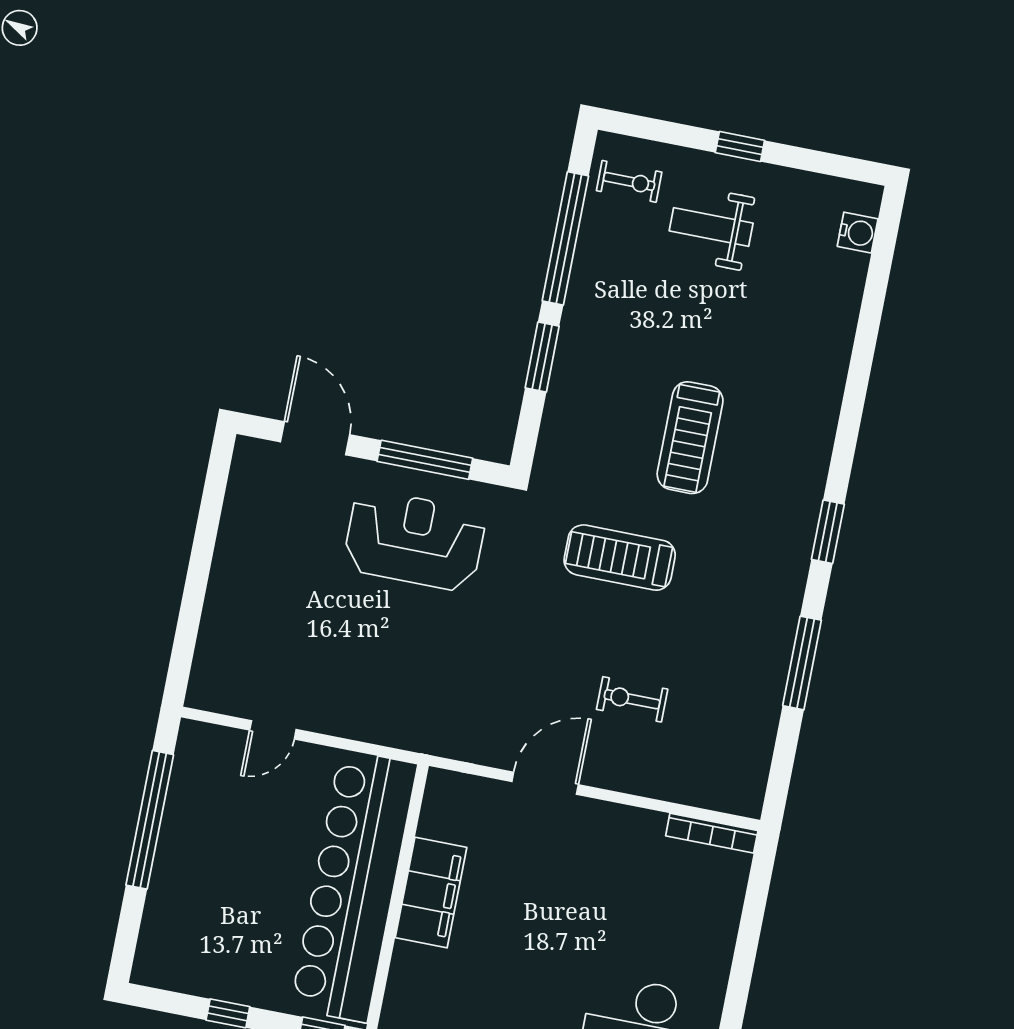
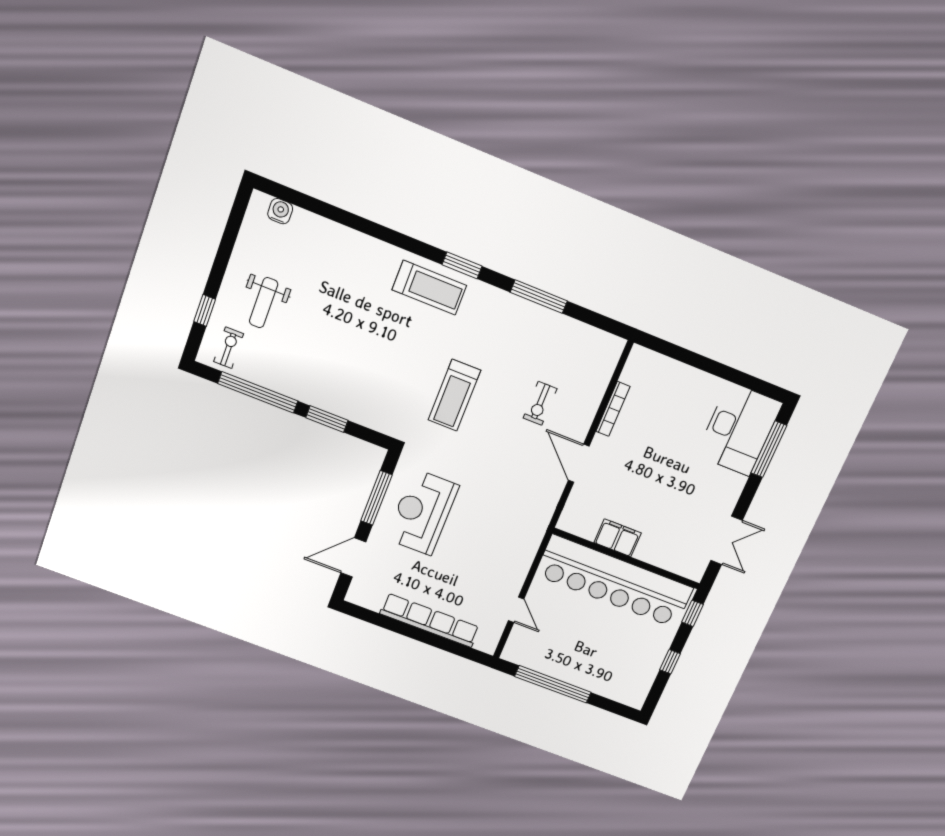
window: (740, 147) -> (205, 310), moved
treadmill: (690, 438) -> (429, 288), moved
row of seats: (227, 586) -> (430, 620), added
bookcase: (712, 833) -> (613, 409), moved
filing cabinet: (431, 893) -> (618, 538), width x0.67, depth x0.86

